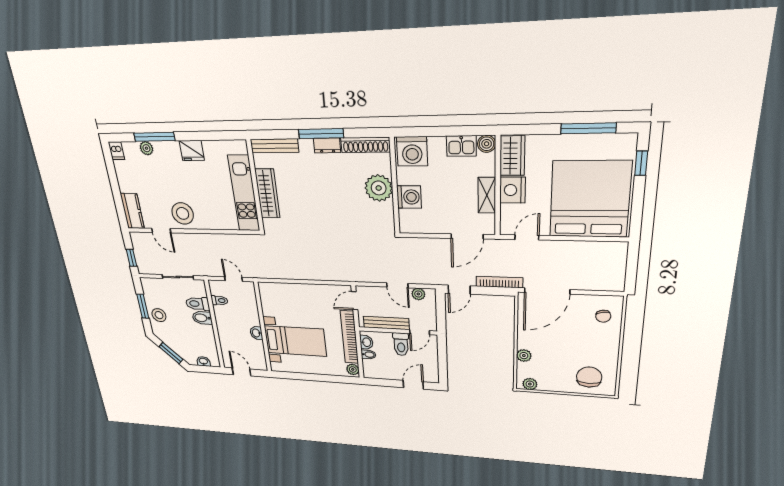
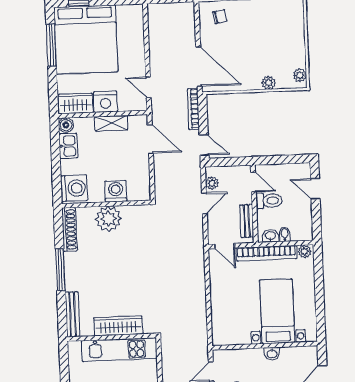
dresser: (327, 145) -> (71, 265), removed
bed: (590, 199) -> (86, 39), moved, turned -90
bench: (386, 323) -> (247, 221), width x0.73
chair: (589, 377) -> (285, 22), removed

